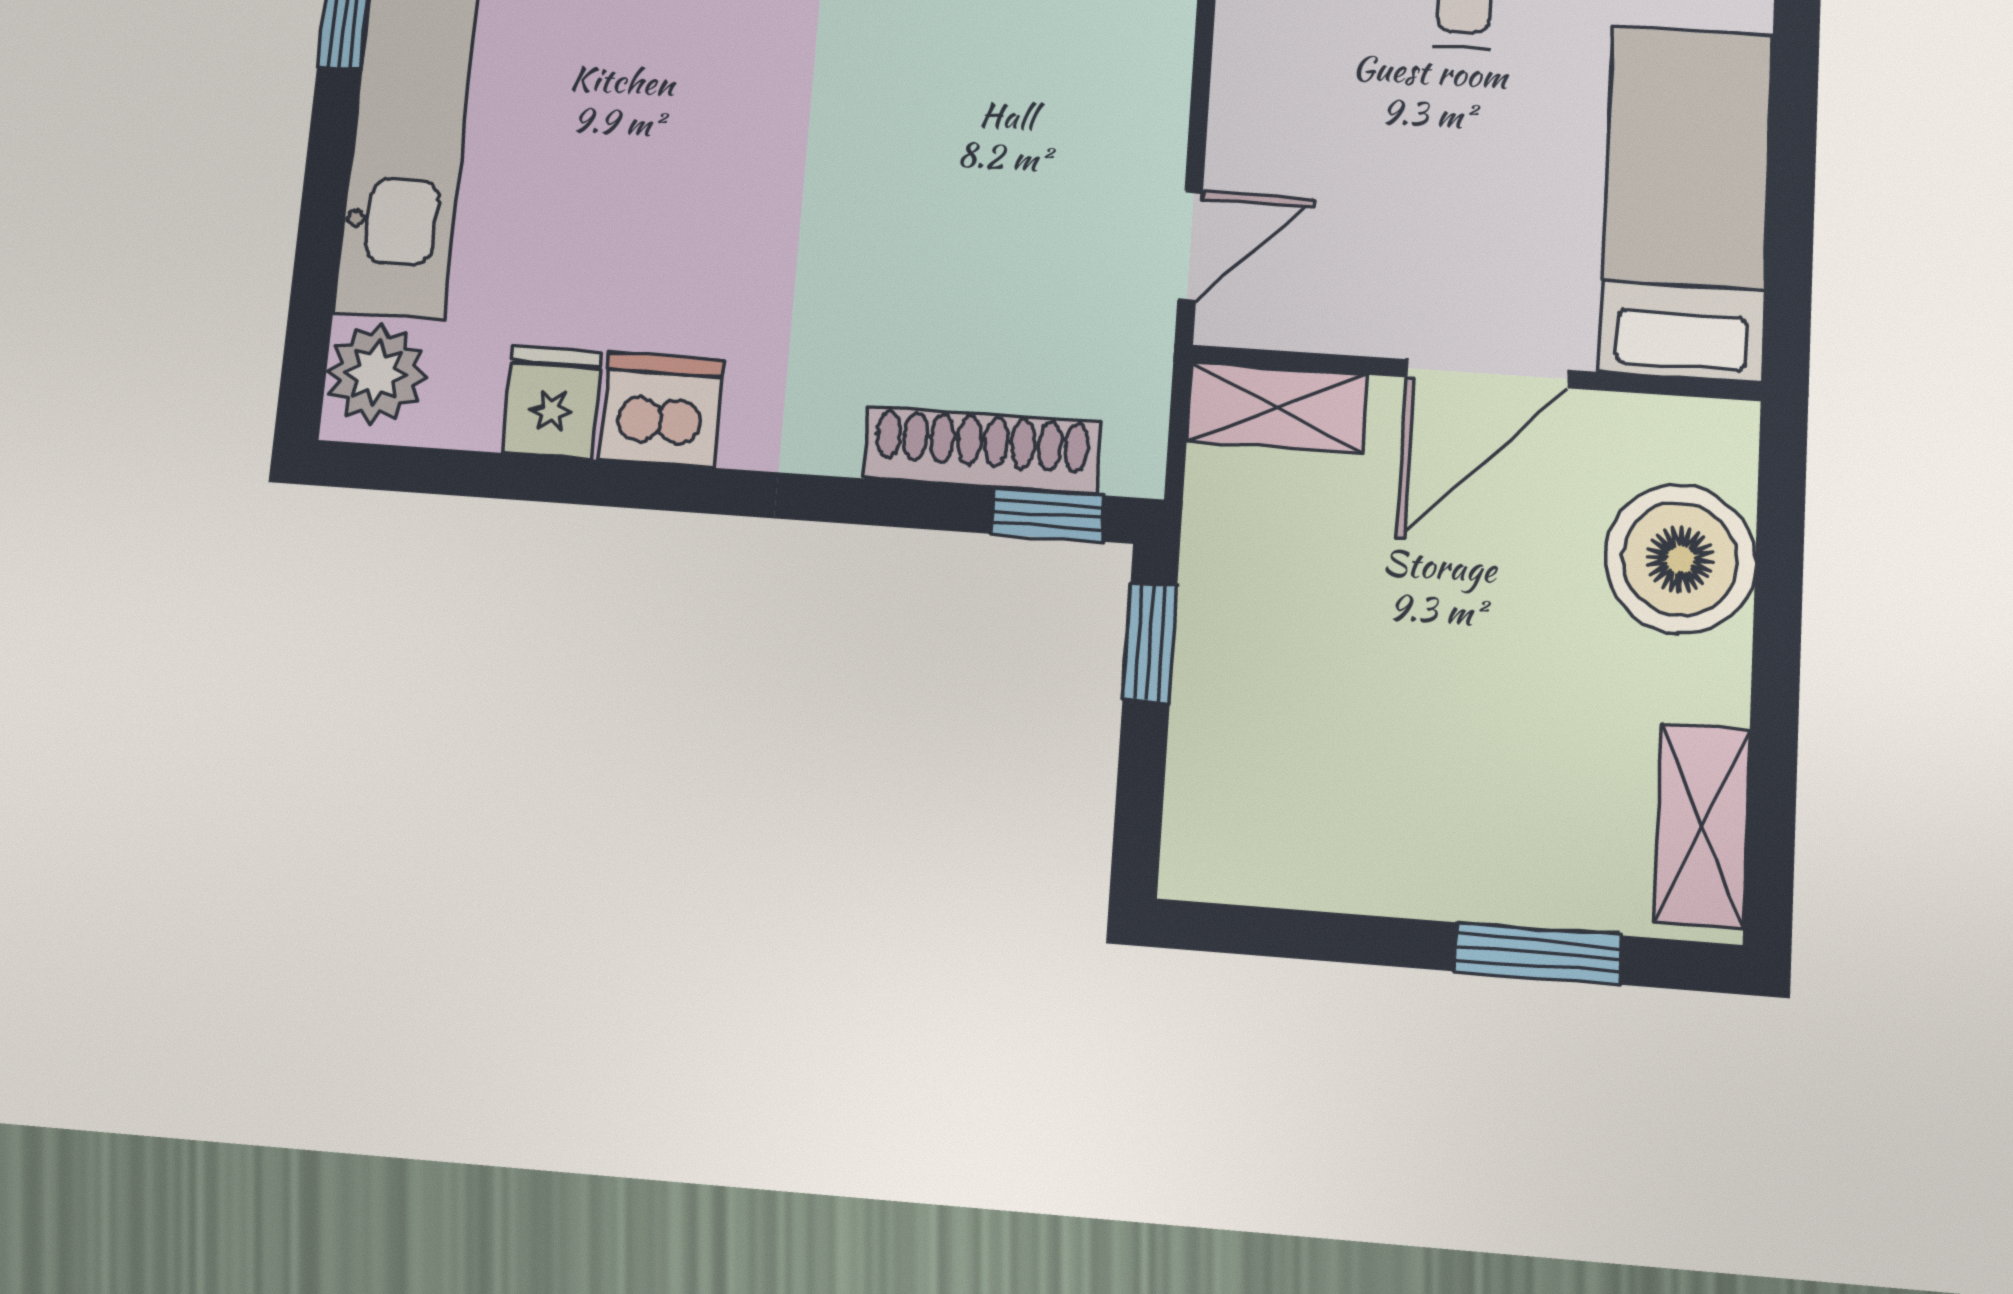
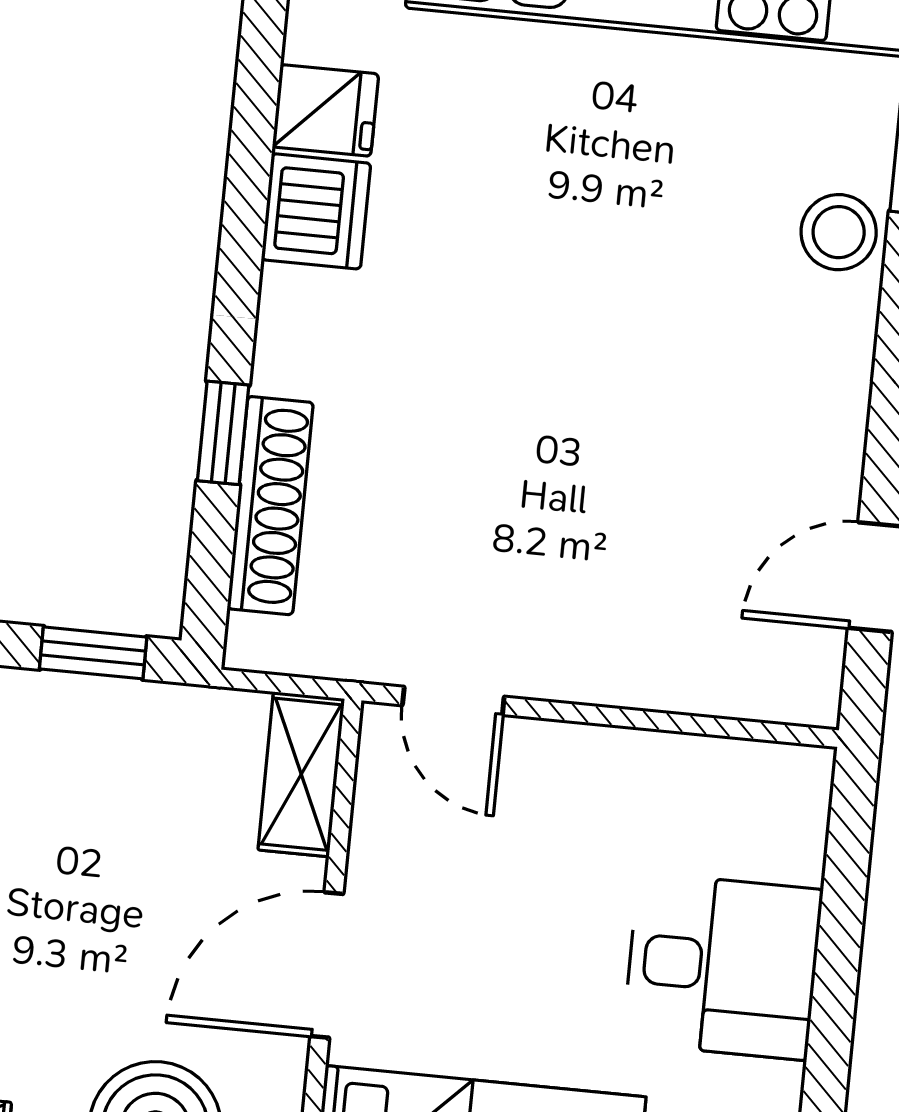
door: (1487, 374) -> (327, 965), hinge flipped
window: (1048, 515) -> (223, 433), moved

